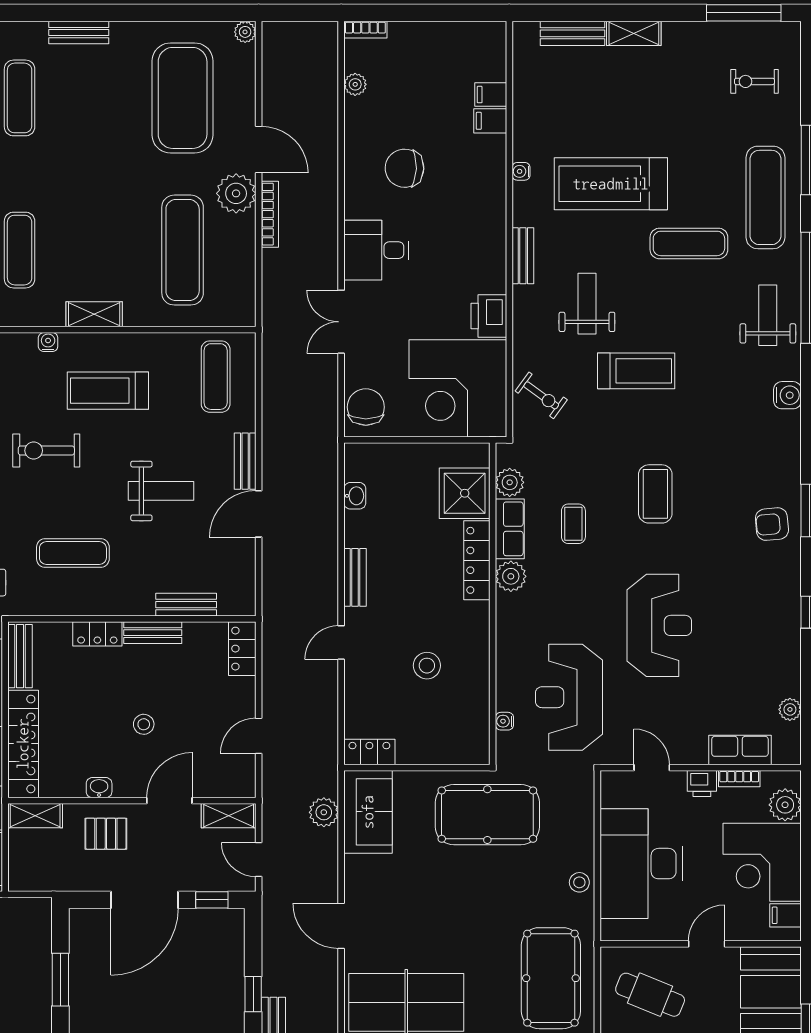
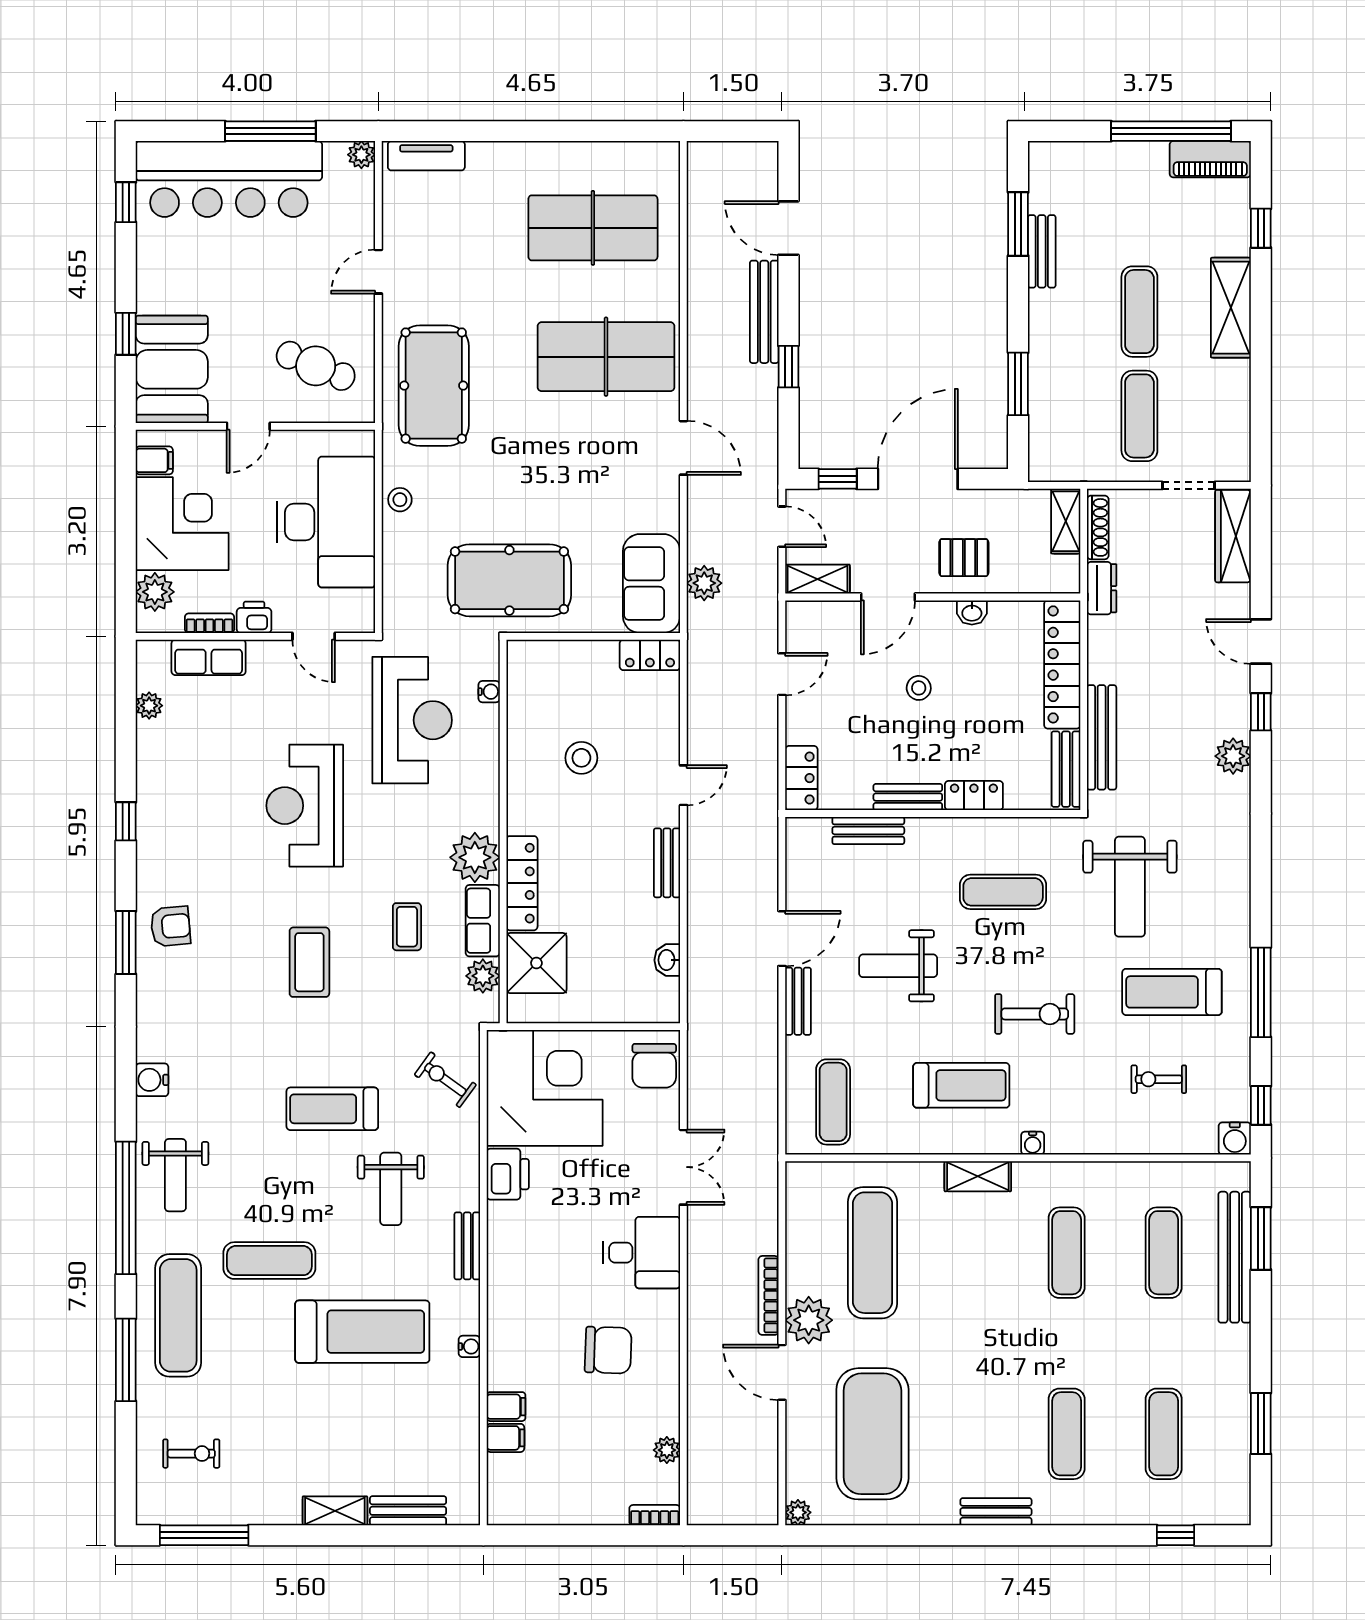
plant: (511, 576) -> (475, 857), width x1.36, depth x1.36
shelving: (35, 816) -> (1066, 521), moved, turned 90

